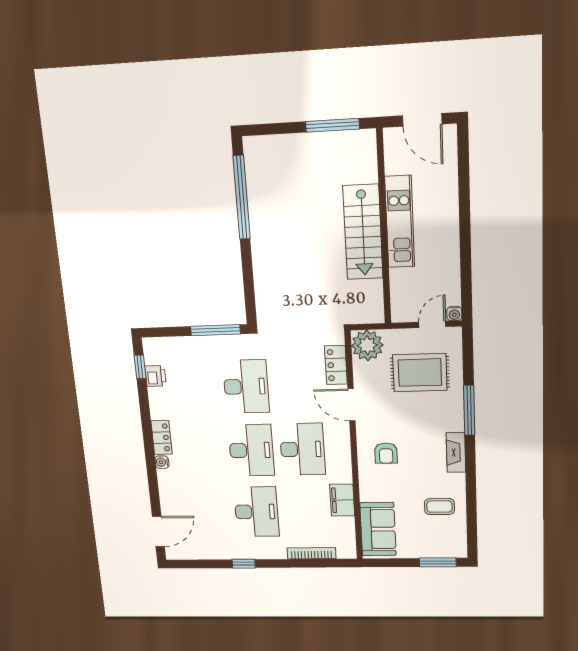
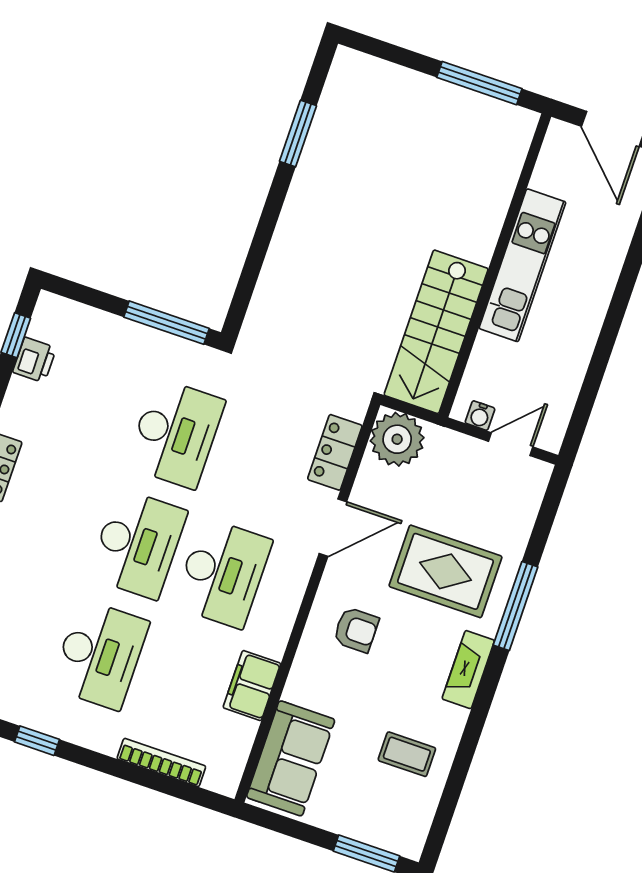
window: (242, 197) -> (298, 134), width x0.47
stairs: (363, 232) -> (436, 332), moved
water cooler: (454, 314) -> (480, 416), moved
rug: (420, 373) -> (445, 571), moved
door: (351, 405) -> (333, 528), swing flipped
armchair: (386, 453) -> (356, 630), turned -90

